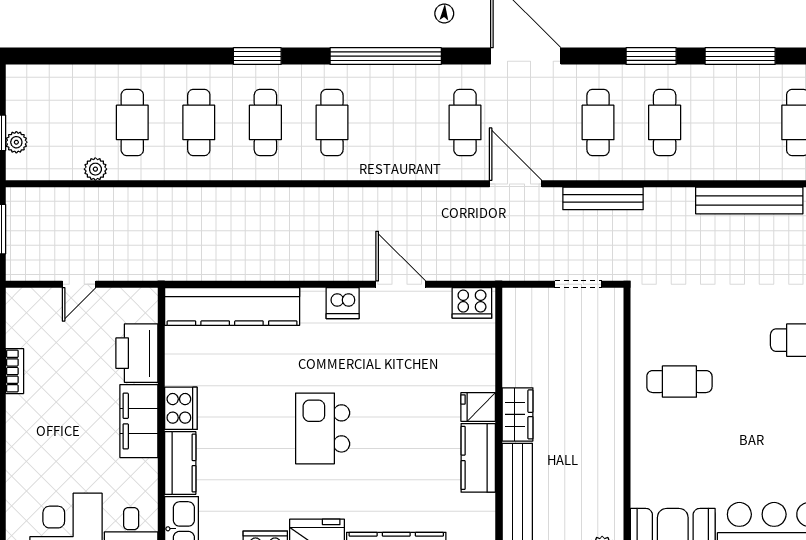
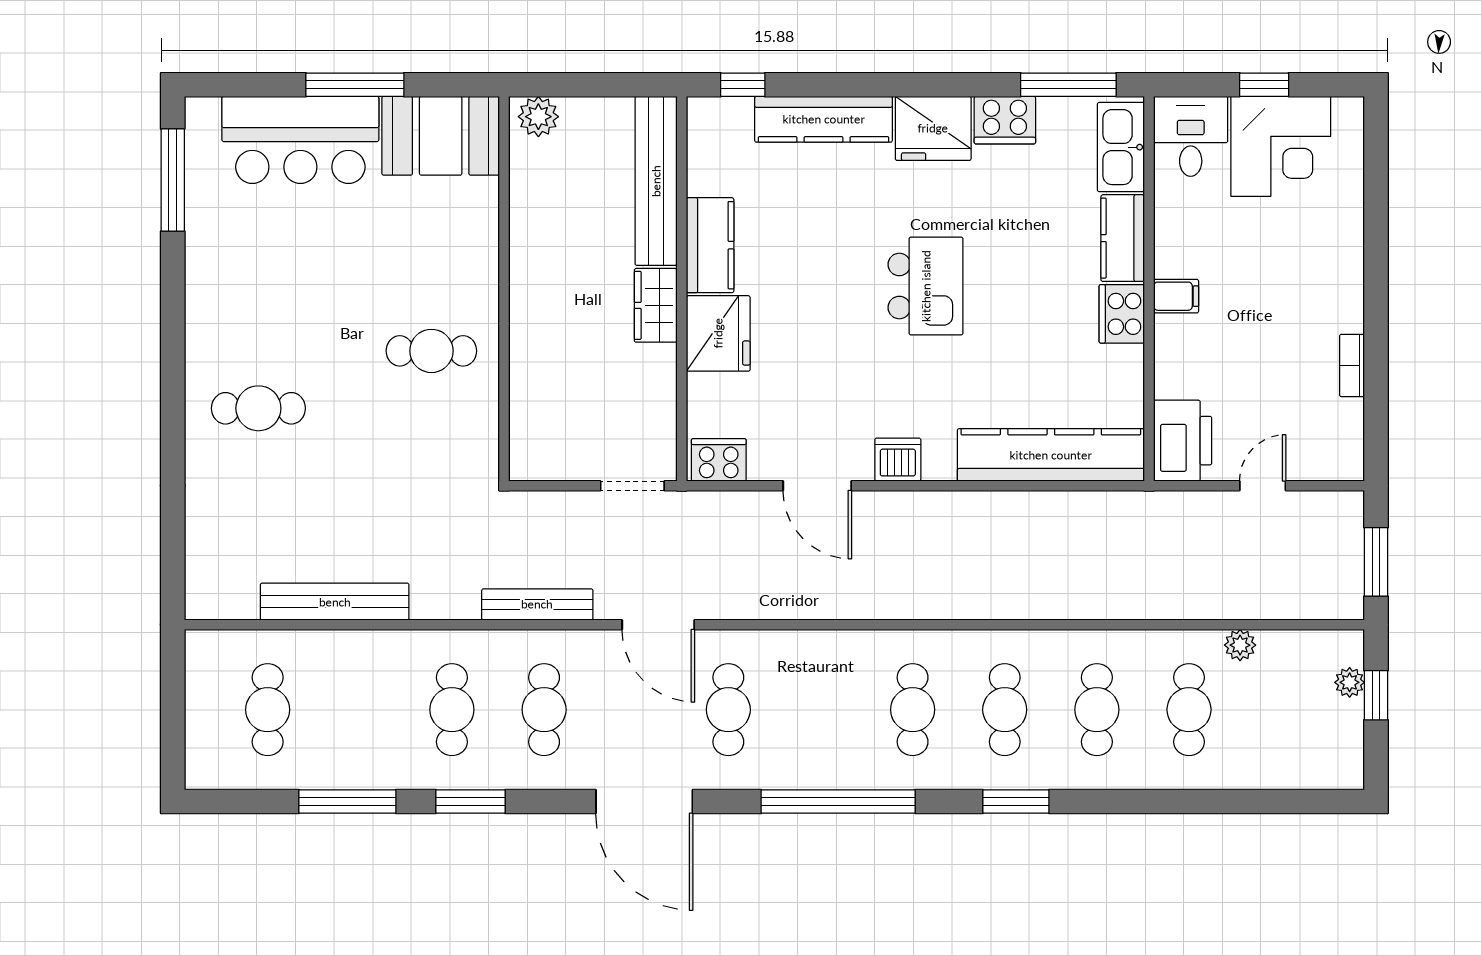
doorway: (578, 284) -> (632, 486), moved
printer: (137, 353) -> (1183, 441), moved
fridge: (478, 407) -> (718, 333), width x1.88, depth x1.34
filing cabinet: (139, 421) -> (1176, 296), width x0.33, depth x0.86

